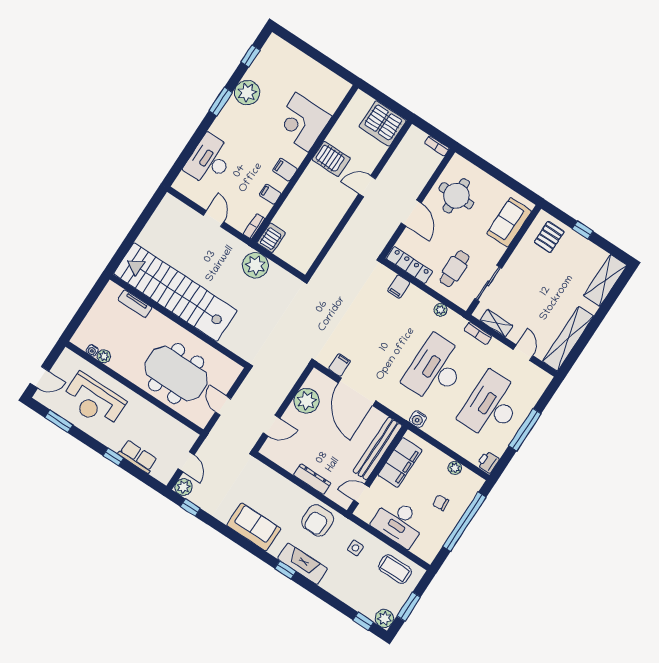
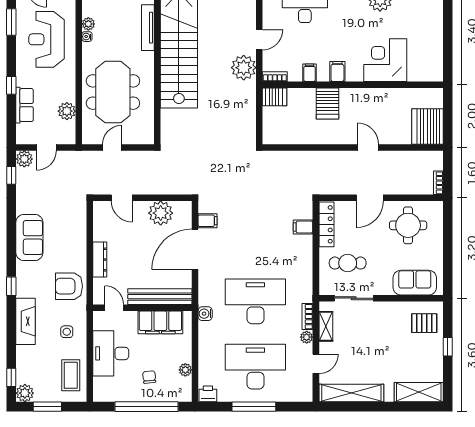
server rack: (331, 159) -> (328, 103), moved
plant: (255, 265) -> (244, 68), moved
tv unit: (135, 304) -> (148, 28), width x1.41
plant: (441, 310) -> (307, 337), moved
water cooler: (92, 350) -> (87, 37), moved
plant: (166, 424) -> (67, 111), added
fireplace: (303, 564) -> (26, 321), moved

